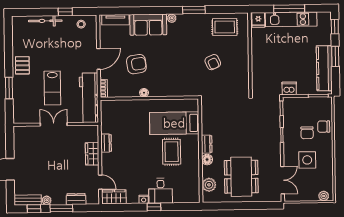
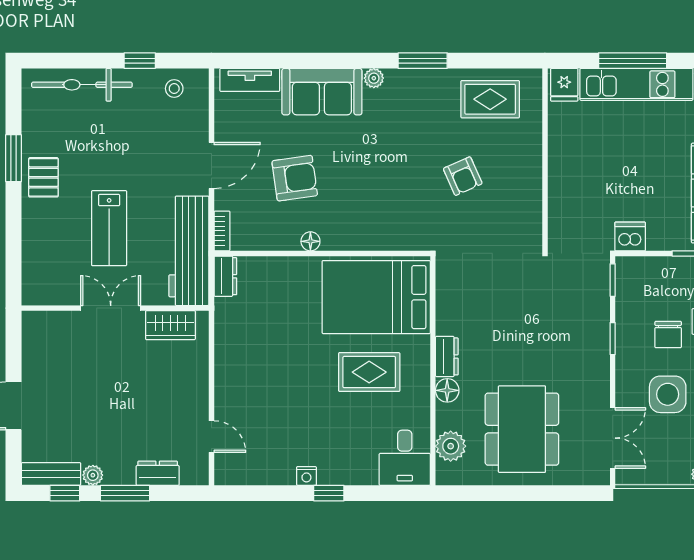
bicycle: (45, 21) -> (82, 85), width x1.37, depth x1.40
window: (9, 88) -> (13, 158), moved
bed: (174, 123) -> (376, 297), width x1.50
dresser: (106, 143) -> (225, 276), moved
rug: (172, 152) -> (369, 372), turned 90
wardrobe: (92, 154) -> (170, 325), moved, turned -90
desk: (161, 191) -> (405, 458), moved
wardrobe: (114, 197) -> (241, 470), removed

